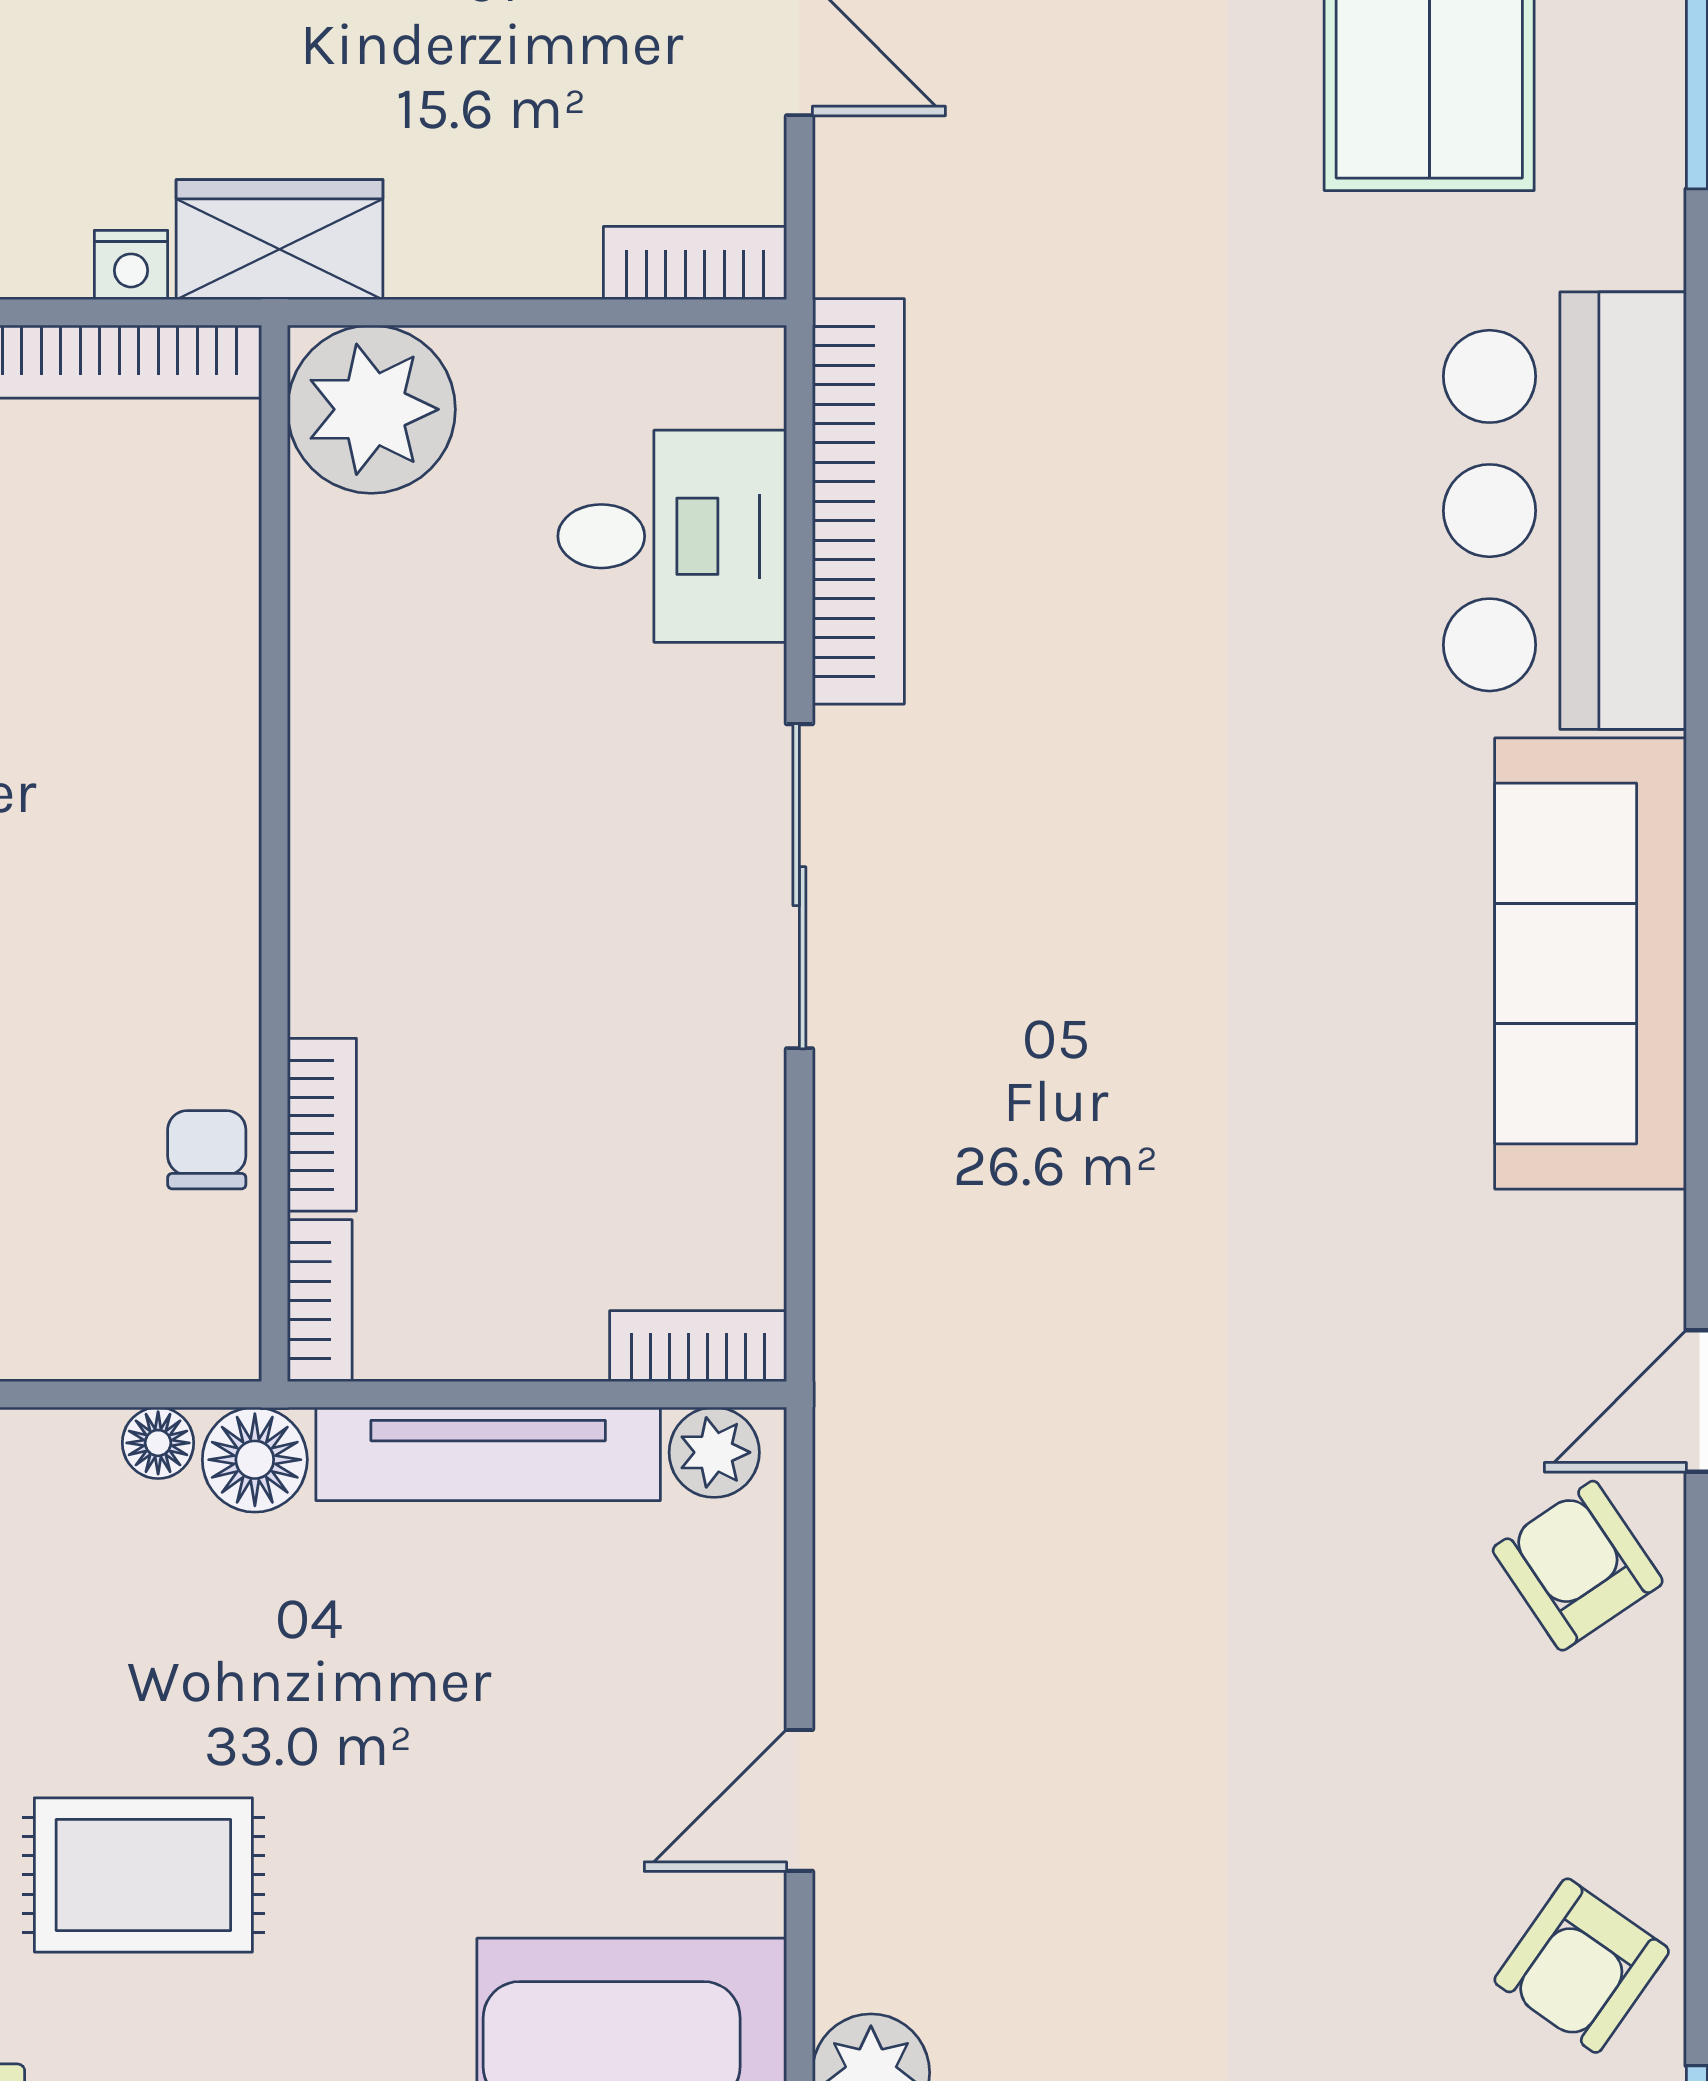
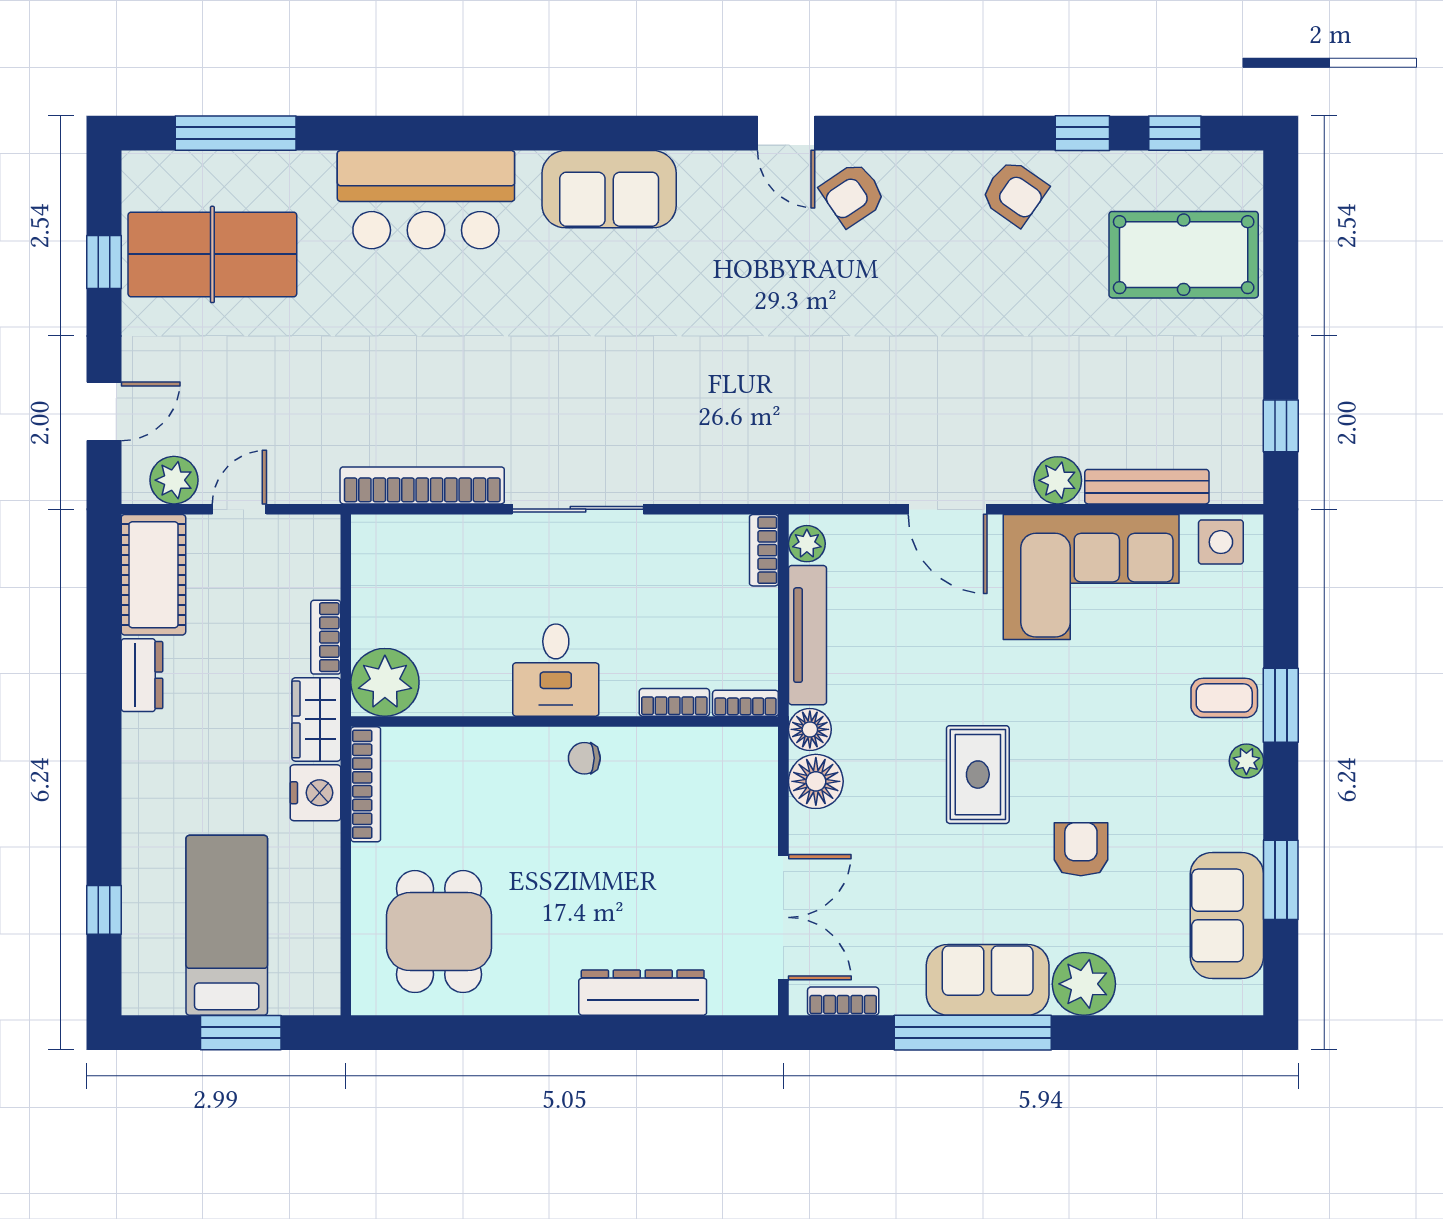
bookcase: (695, 263) -> (326, 637), moved
nightstand: (131, 265) -> (315, 793), width x1.89, depth x1.79
desk: (672, 536) -> (556, 670), moved, turned 180
sofa: (1591, 964) -> (609, 189), width x0.73
chair: (207, 1150) -> (584, 758), moved
floor lamp: (158, 1443) -> (816, 781), width x1.89, depth x1.89
door: (799, 1800) -> (948, 509), width x1.38

